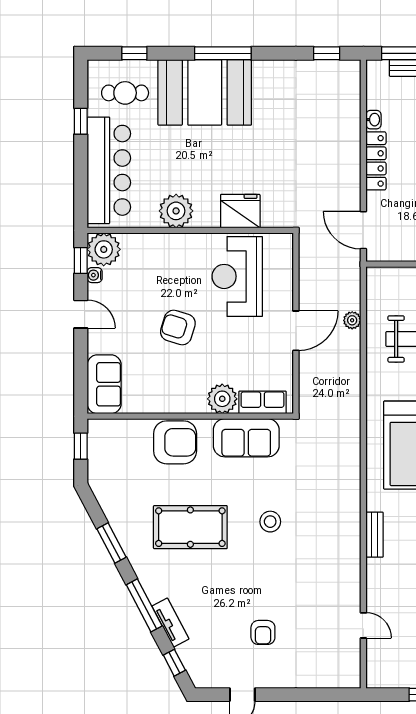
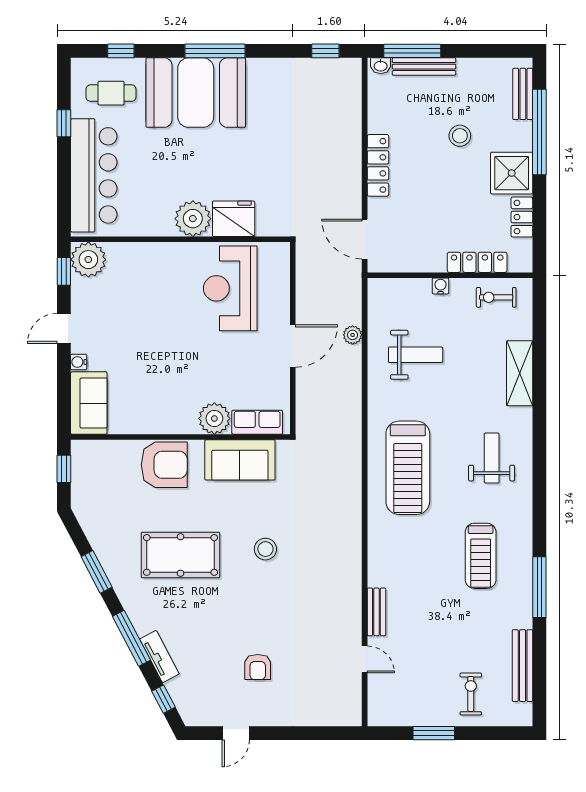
washbasin: (373, 120) -> (381, 66), moved, turned 90
plant: (176, 211) -> (193, 219), moved
water cooler: (95, 275) -> (79, 362), moved
door: (81, 314) -> (64, 328), swing flipped
armchair: (178, 327) -> (167, 343), removed
bench: (375, 535) -> (376, 612), moved

